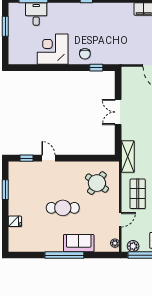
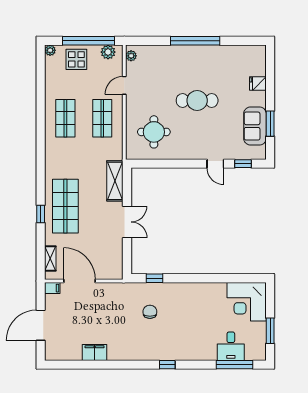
corner desk: (53, 49) -> (247, 302), moved, turned 90
chair: (85, 54) -> (150, 312), moved
shelving: (128, 157) -> (115, 181), moved
round table: (97, 183) -> (154, 132), turned -36
sofa: (79, 243) -> (255, 126), moved, turned 90

